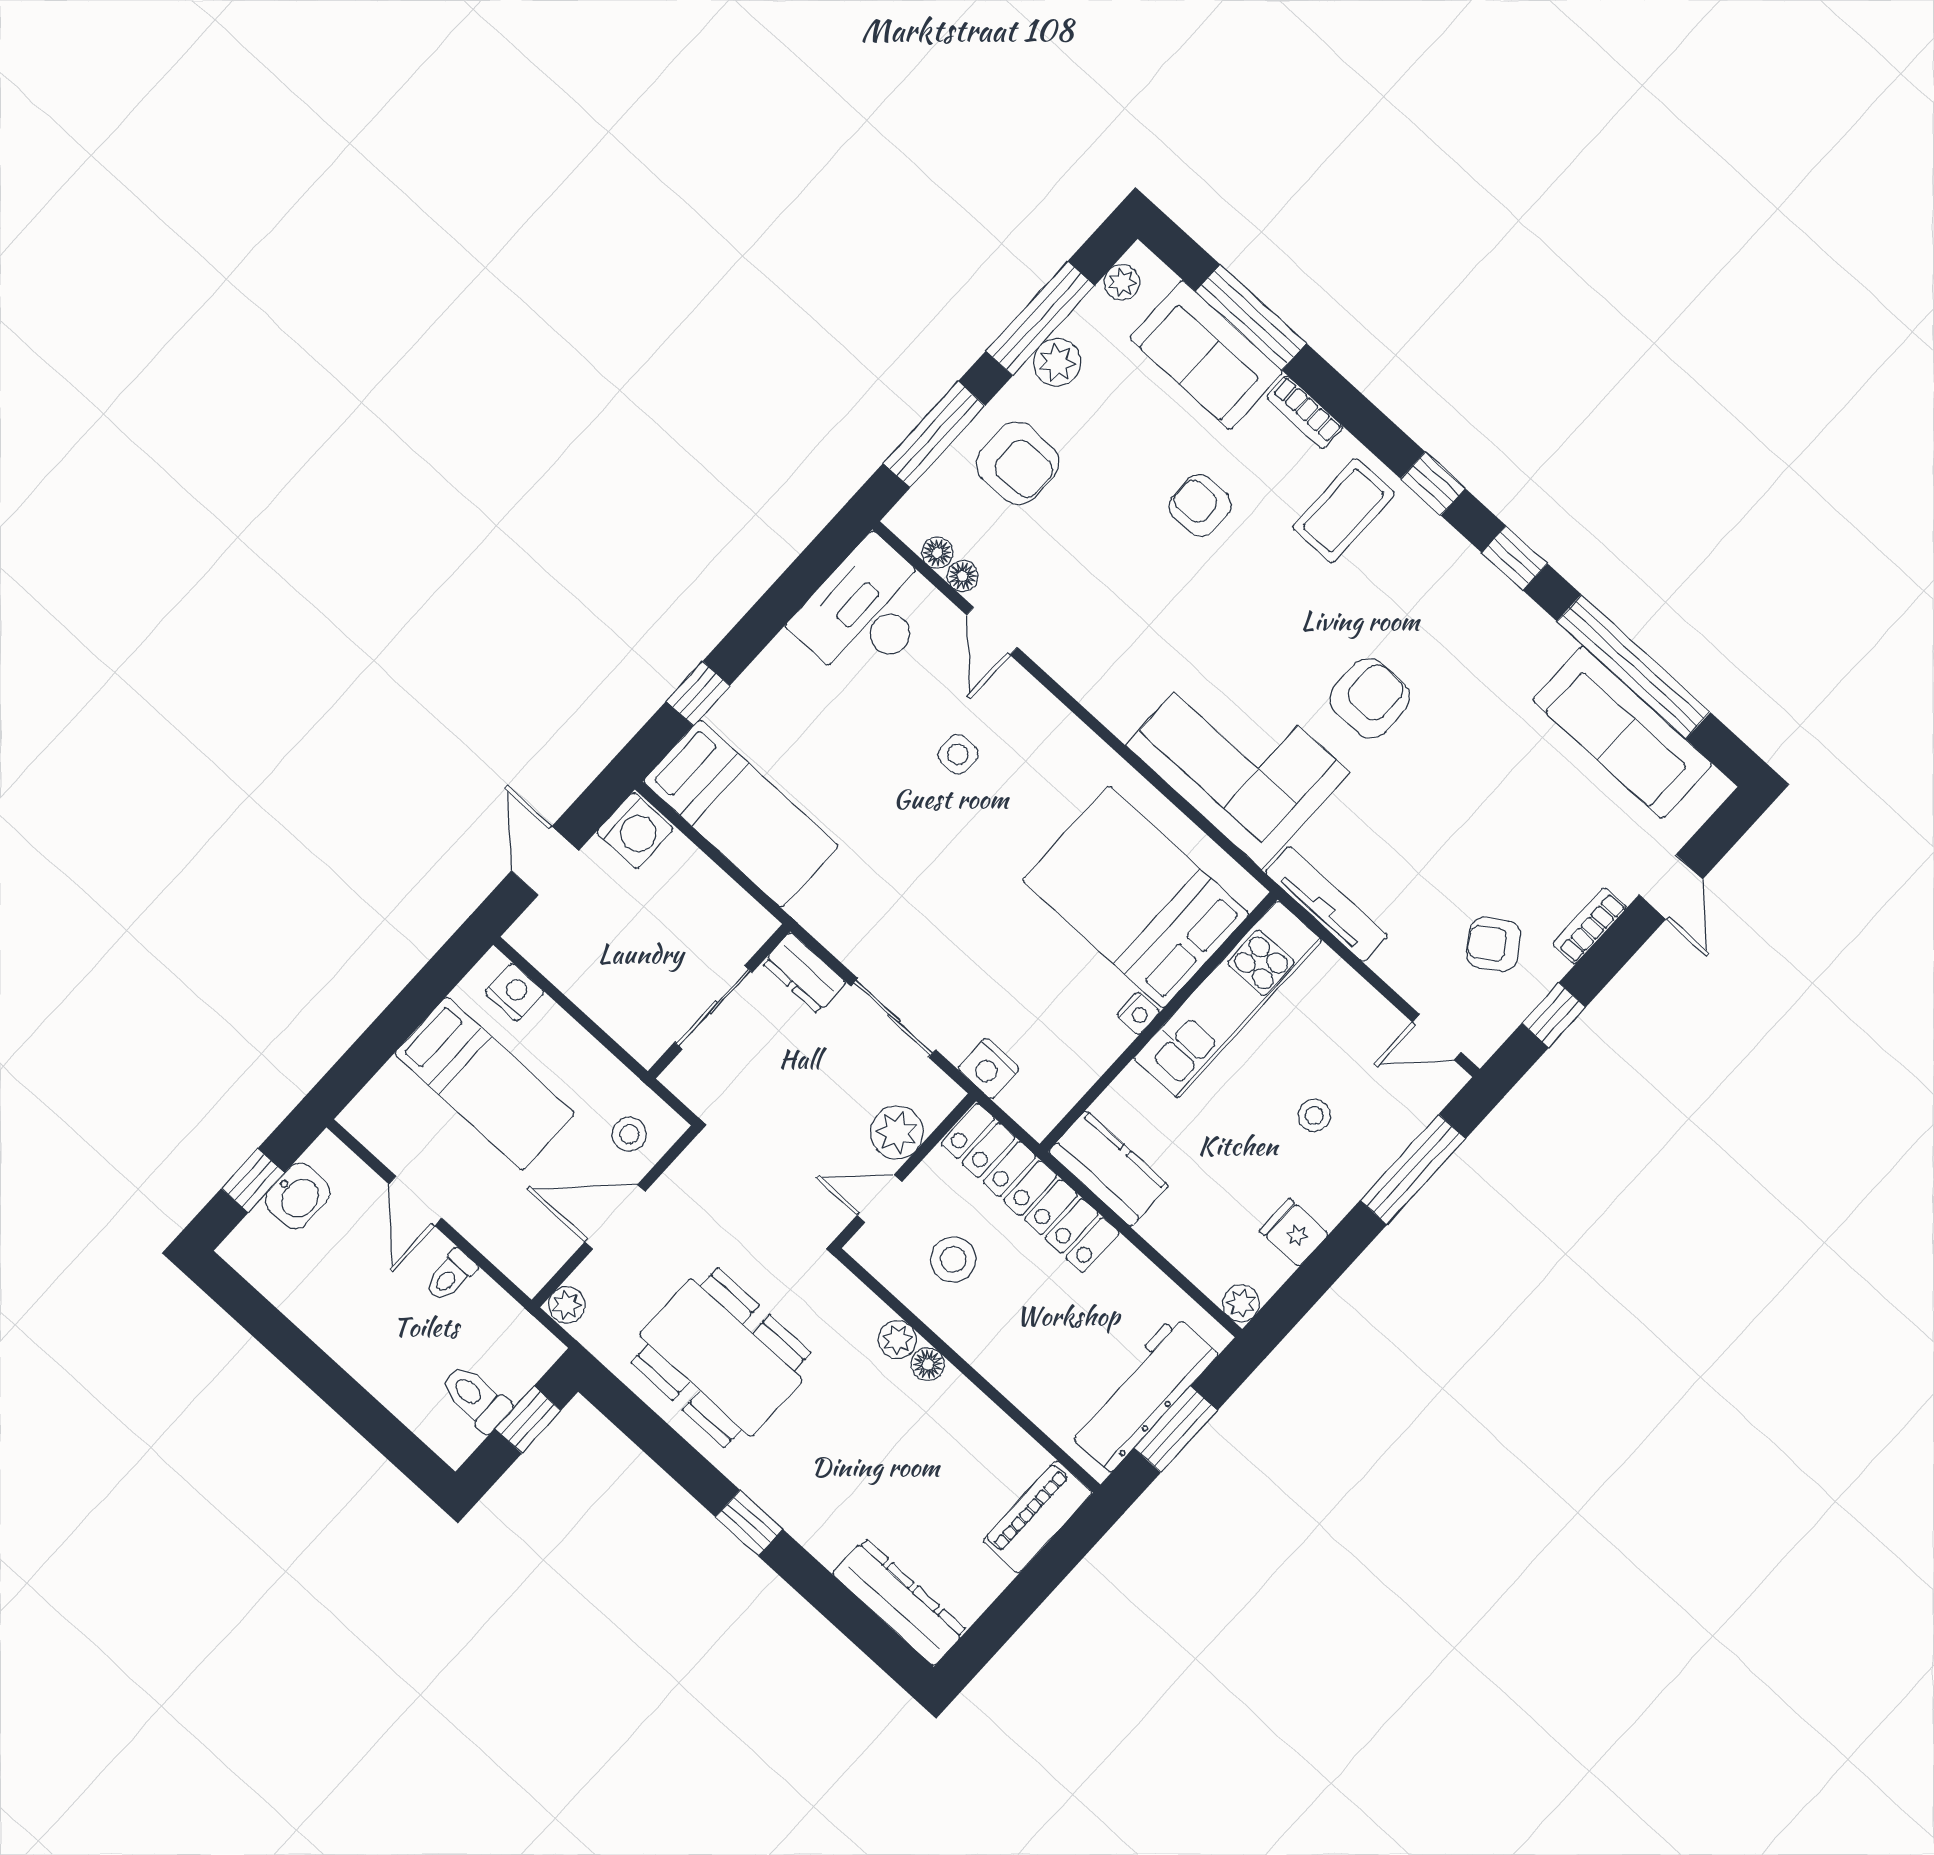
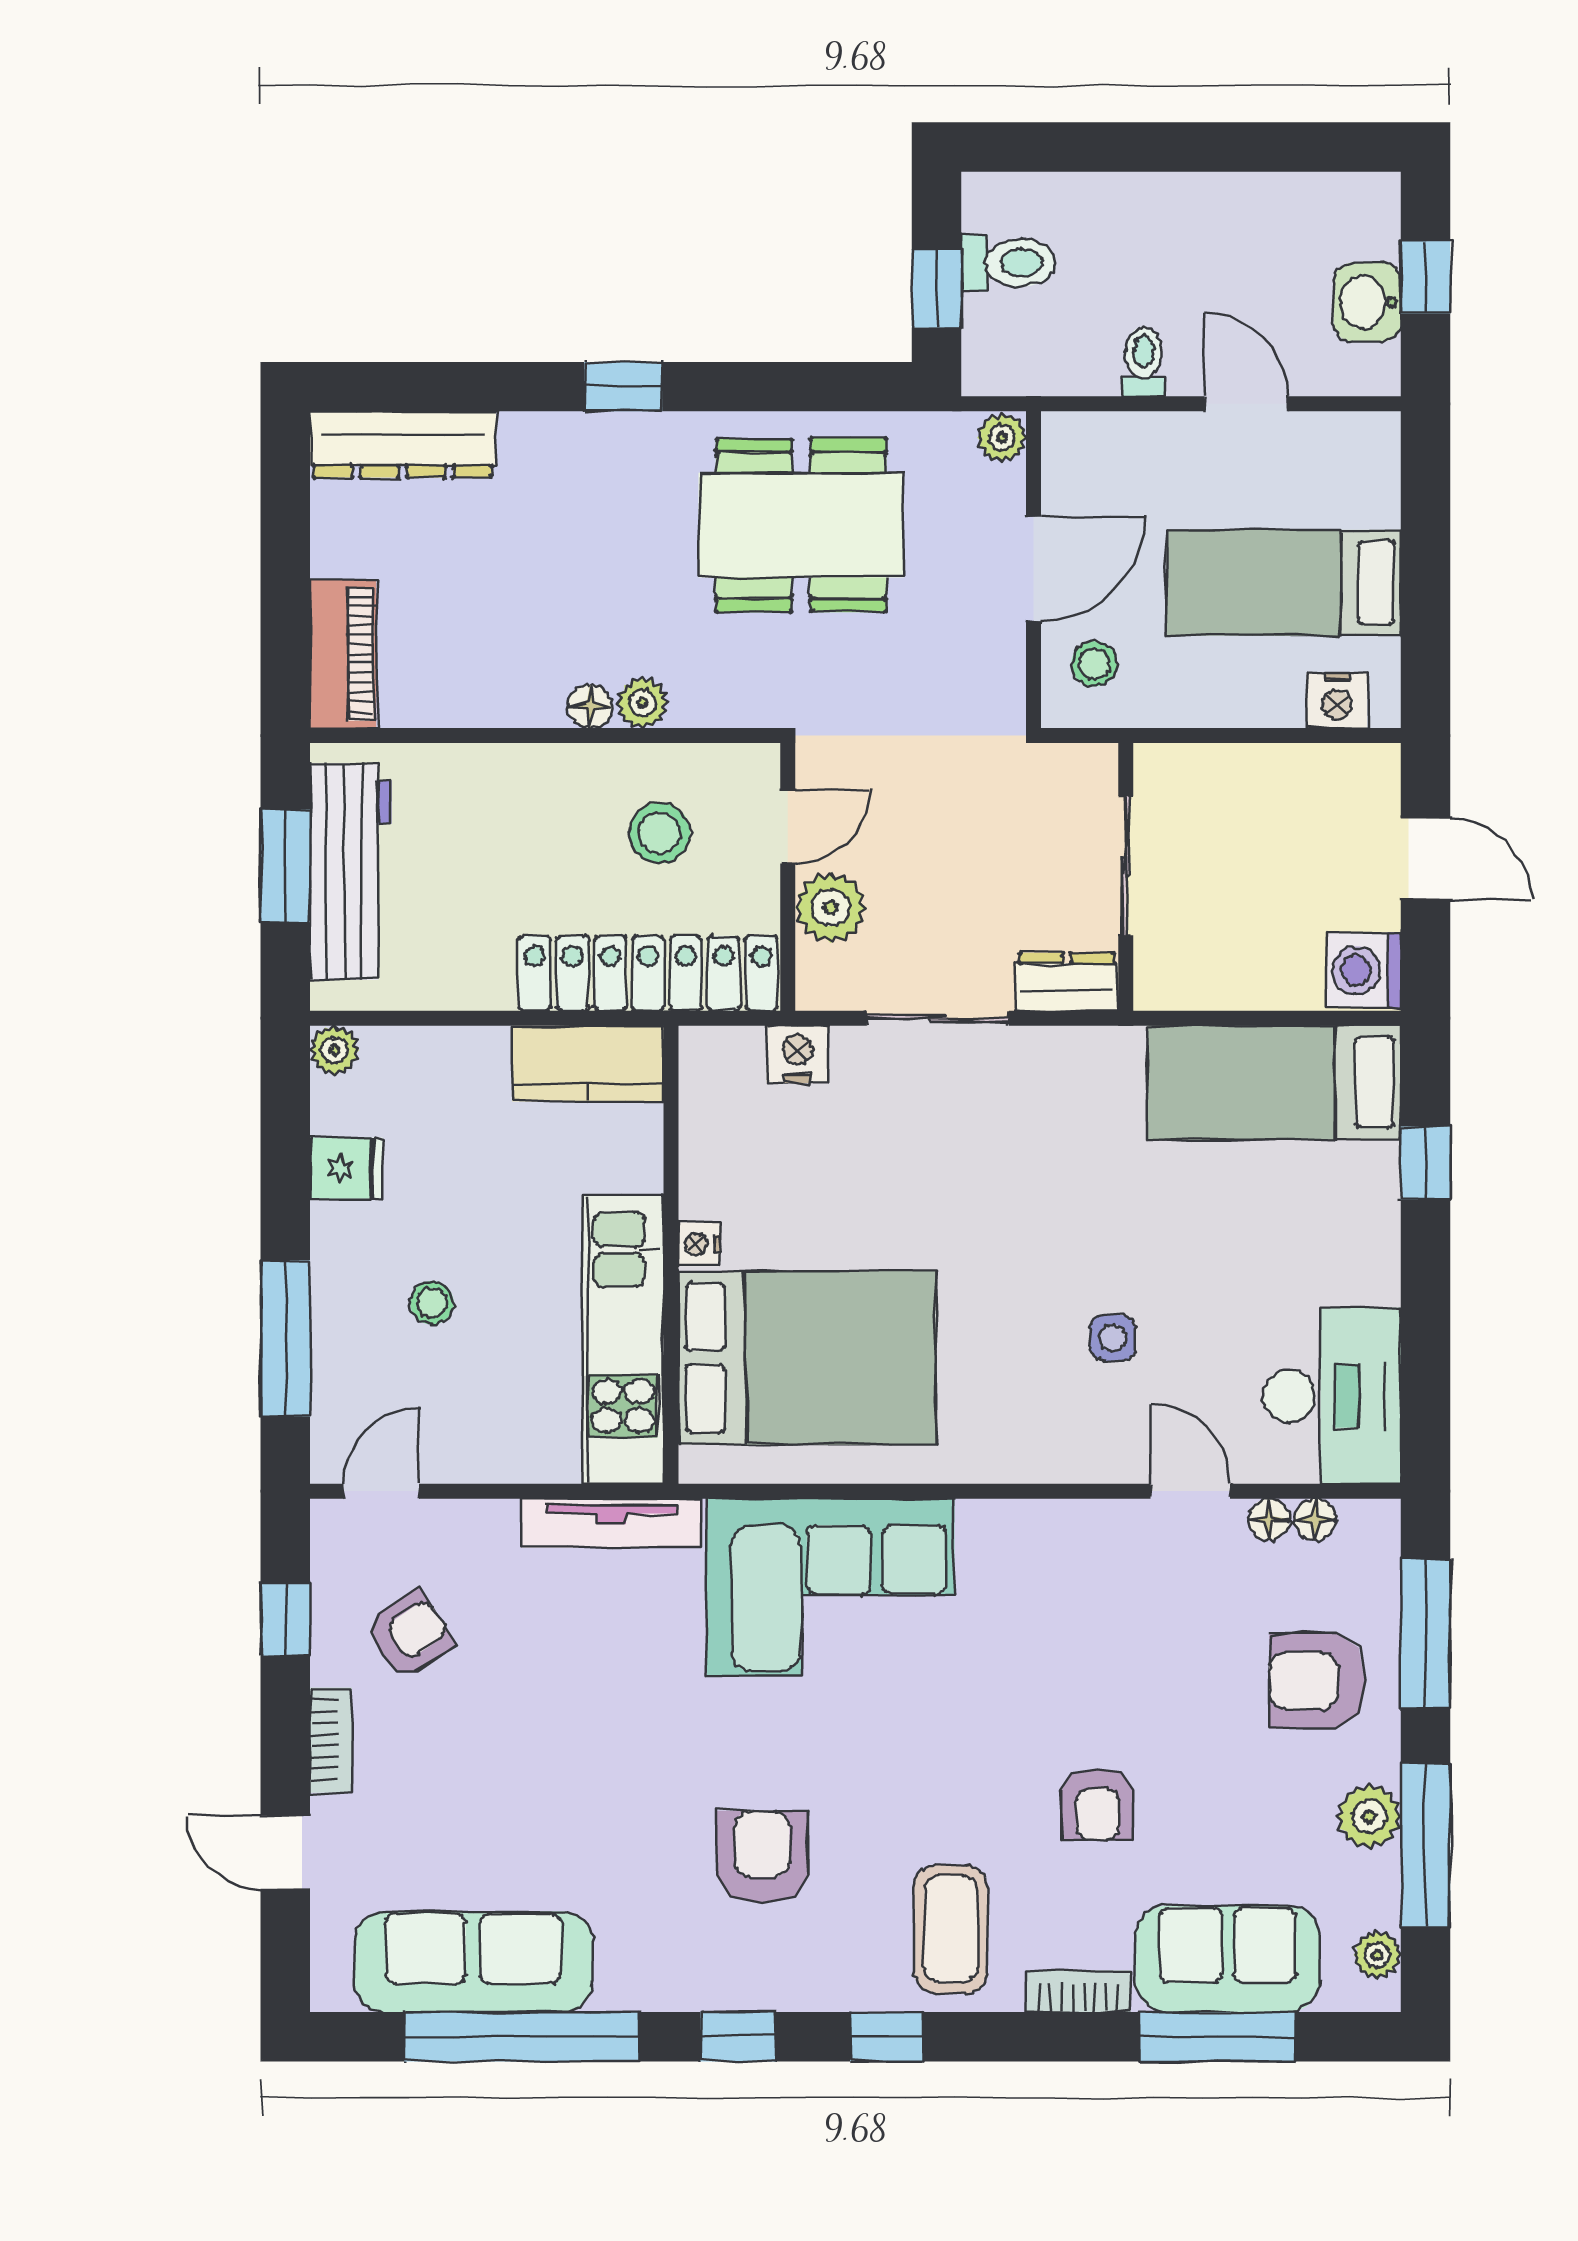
armchair: (1200, 506) -> (1098, 1804), turned 90
armchair: (1370, 698) -> (762, 1857), moved, turned 180

